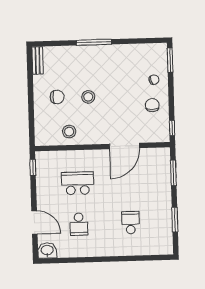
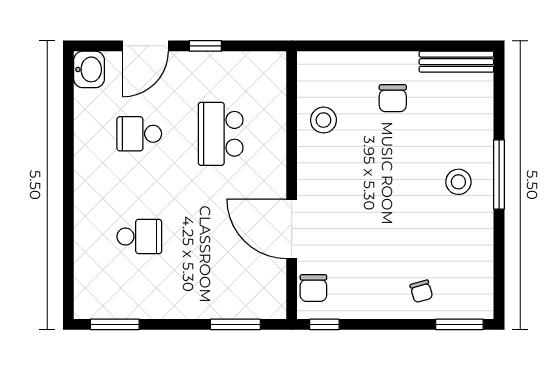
bench: (38, 60) -> (456, 62), width x1.36
stool: (88, 97) -> (458, 182), moved
chair: (152, 105) -> (313, 288), moved, turned 90
window: (33, 168) -> (205, 46), moved
school desk: (78, 183) -> (221, 134), turned 180
window: (175, 220) -> (115, 324), moved

